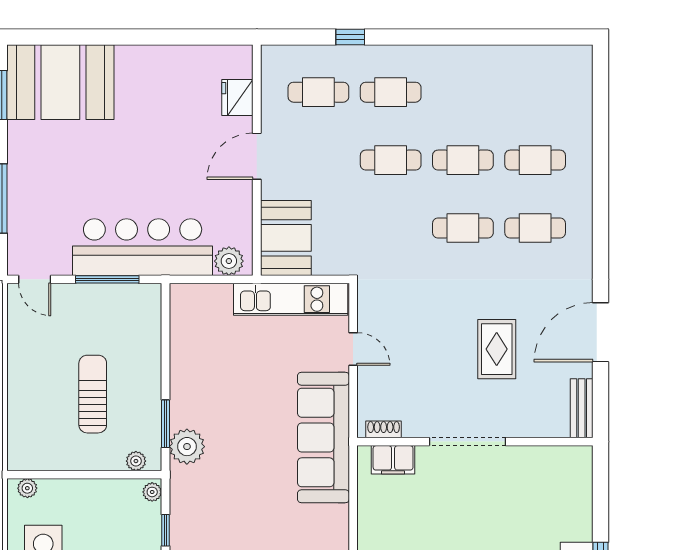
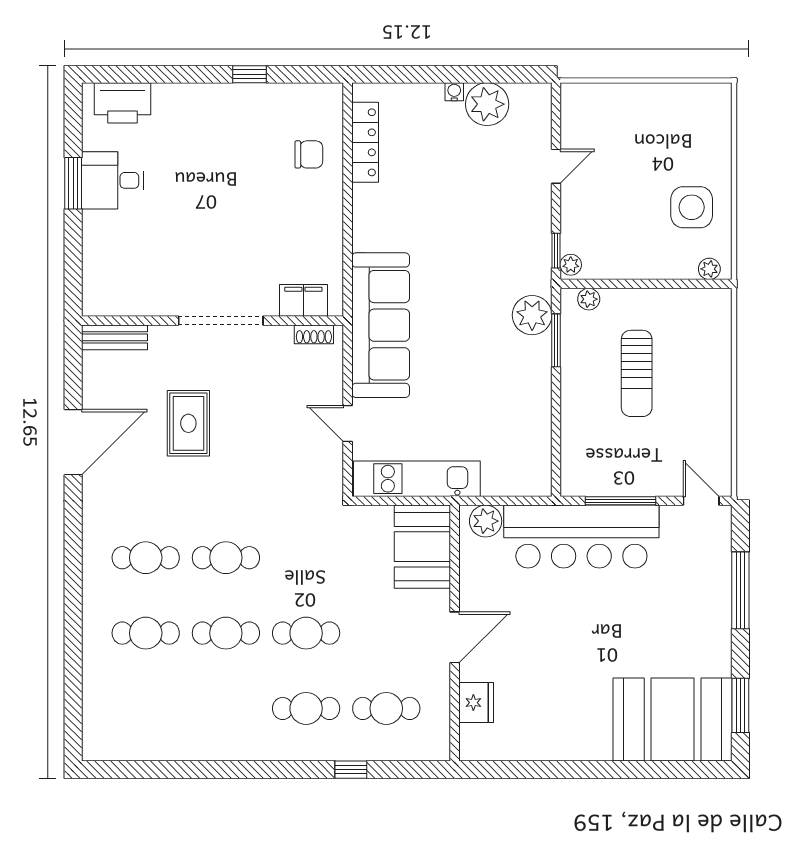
bench: (582, 408) -> (114, 337), moved, turned 90
window: (165, 530) -> (556, 251), moved

